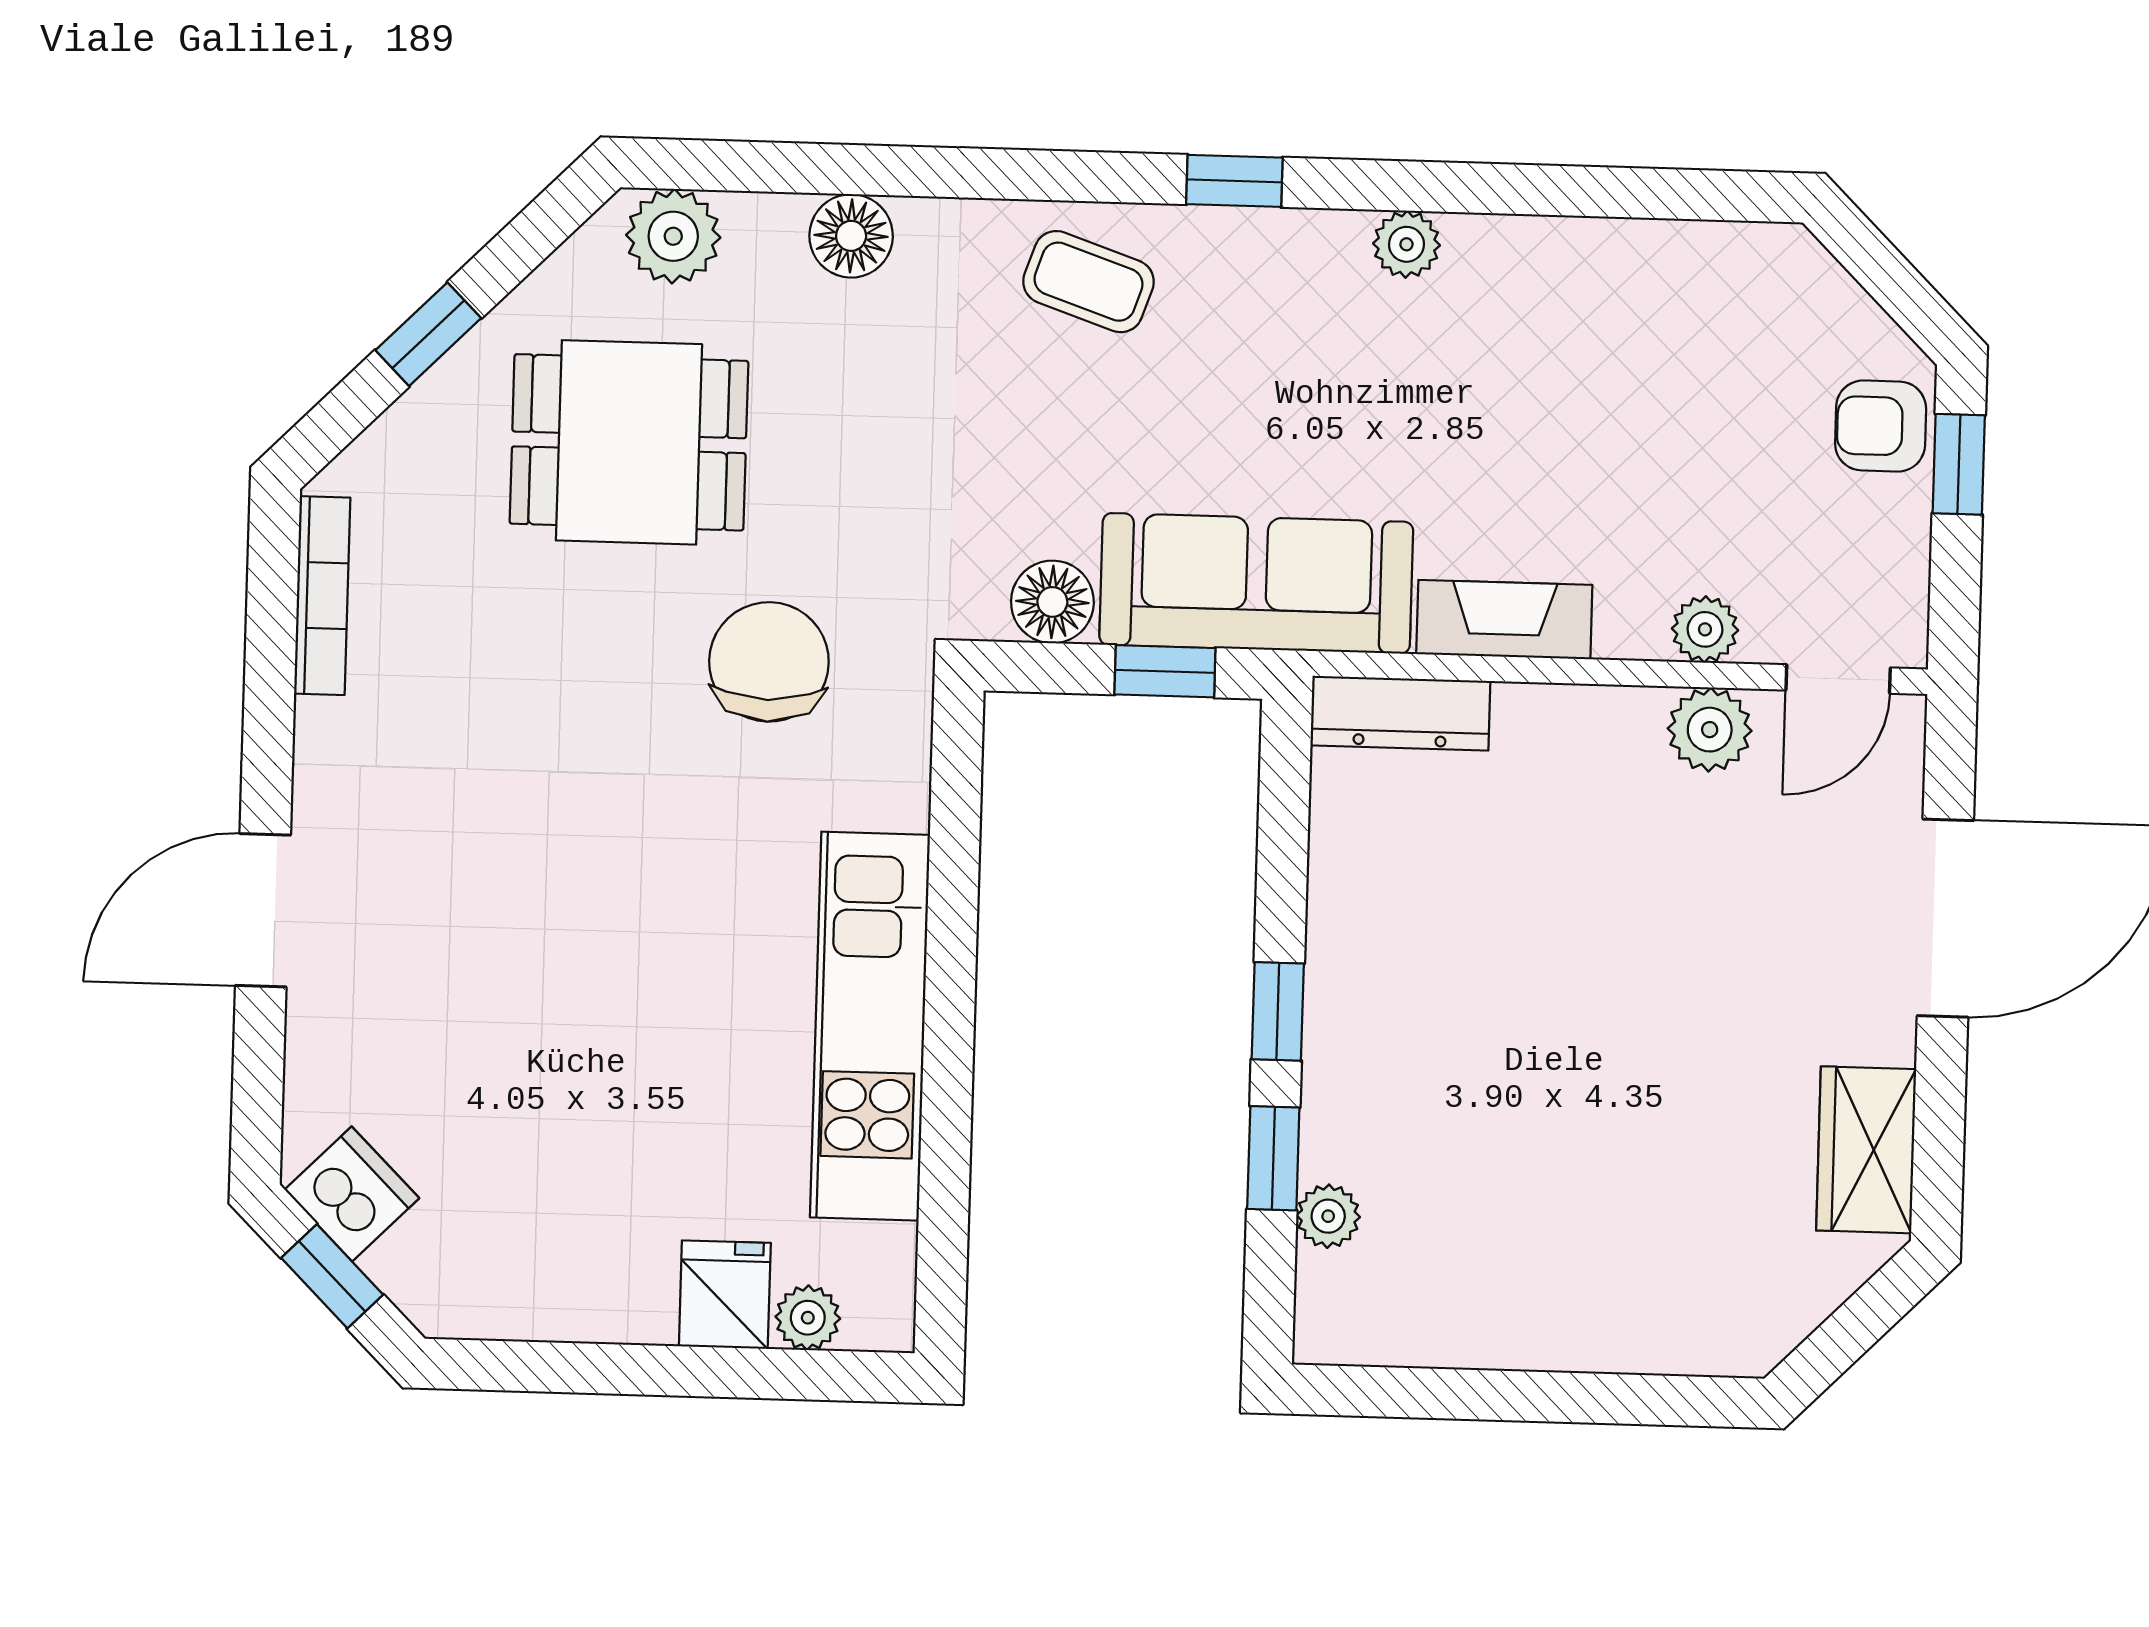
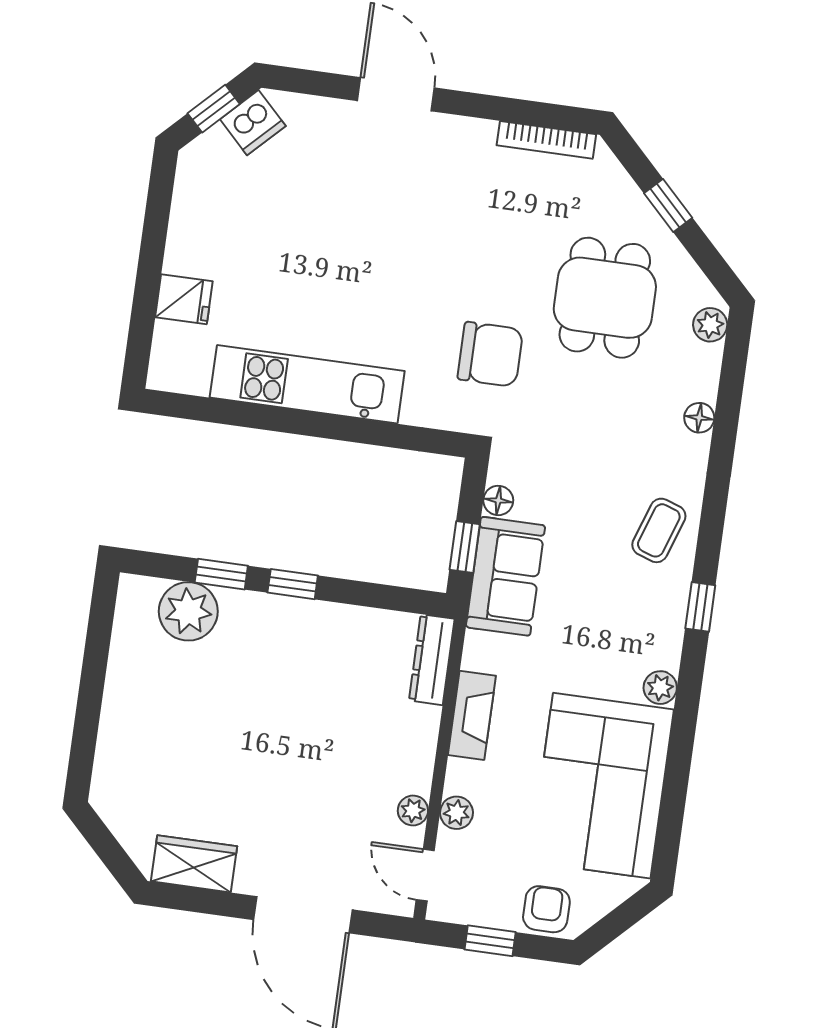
plant: (673, 236) -> (710, 325), width x0.73, depth x0.73
floor lamp: (851, 236) -> (699, 418), width x0.73, depth x0.73
corner sofa: (1618, 341) -> (602, 786), added
window: (1959, 464) -> (490, 941), moved
sofa: (1256, 583) -> (505, 576), width x0.73
floor lamp: (1052, 602) -> (498, 500), width x0.73, depth x0.73
plant: (1710, 730) -> (413, 811), width x0.73, depth x0.73
plant: (1328, 1216) -> (188, 611), width x1.88, depth x1.88
plant: (808, 1318) -> (168, 339), removed

